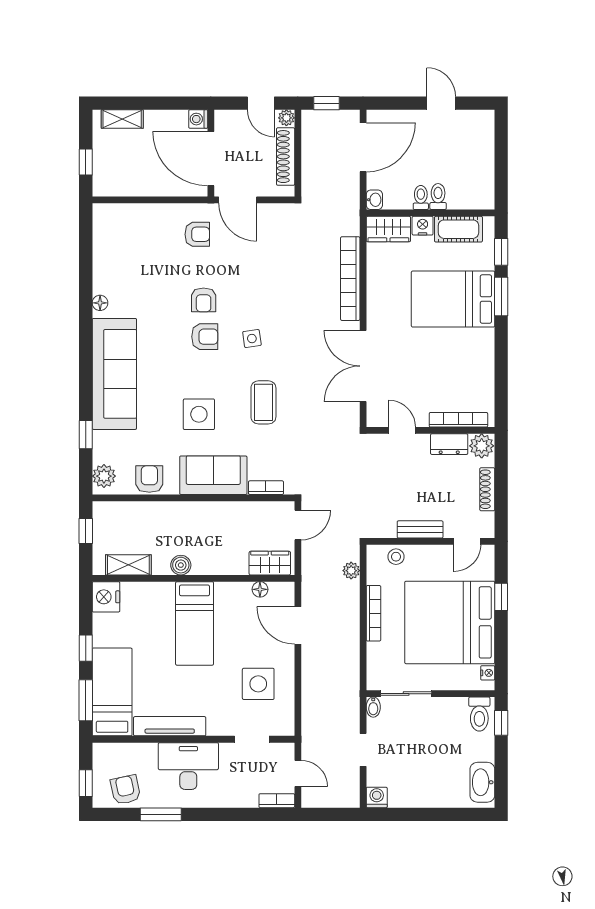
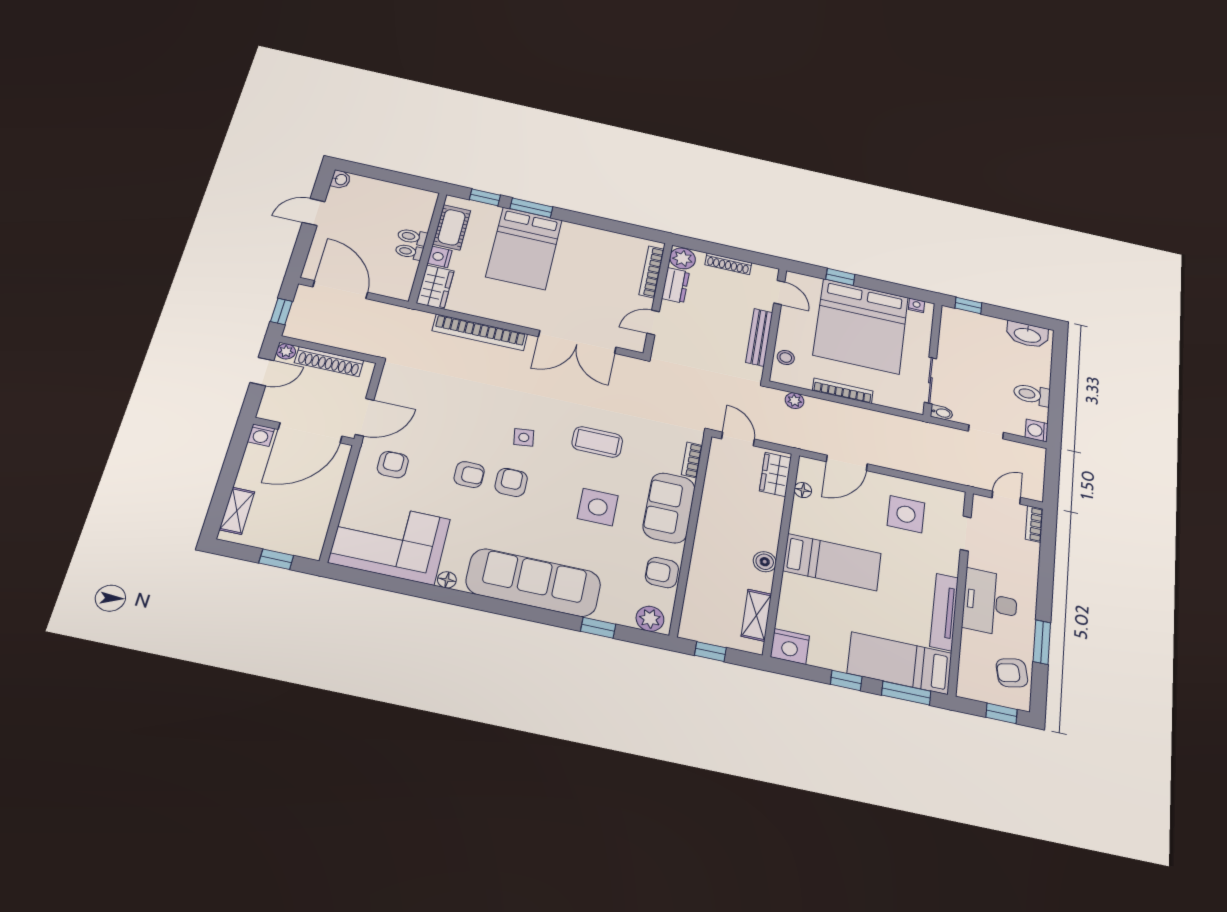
washbasin: (374, 200) -> (341, 179), moved, turned 90
corner sofa: (124, 248) -> (389, 541), added
bench: (420, 529) -> (759, 337), width x1.36
toilet: (479, 714) -> (1032, 395), moved, turned 180

